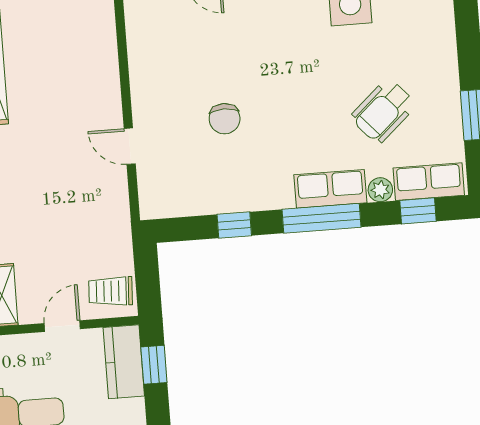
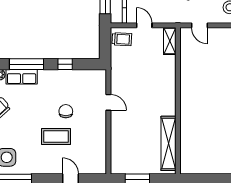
coffee table: (242, 60) -> (56, 137), added
door: (62, 326) -> (144, 25), swing flipped

